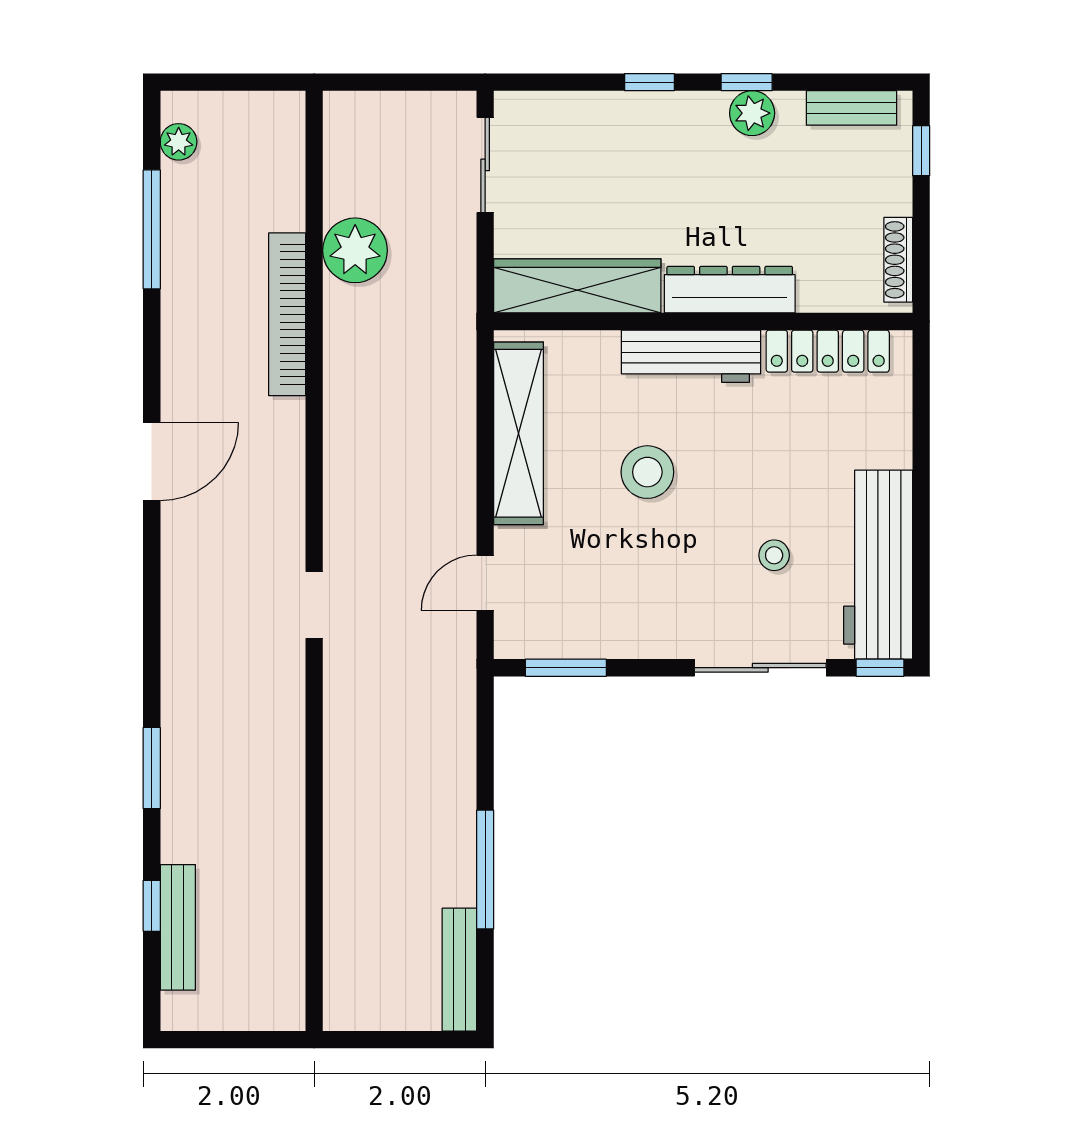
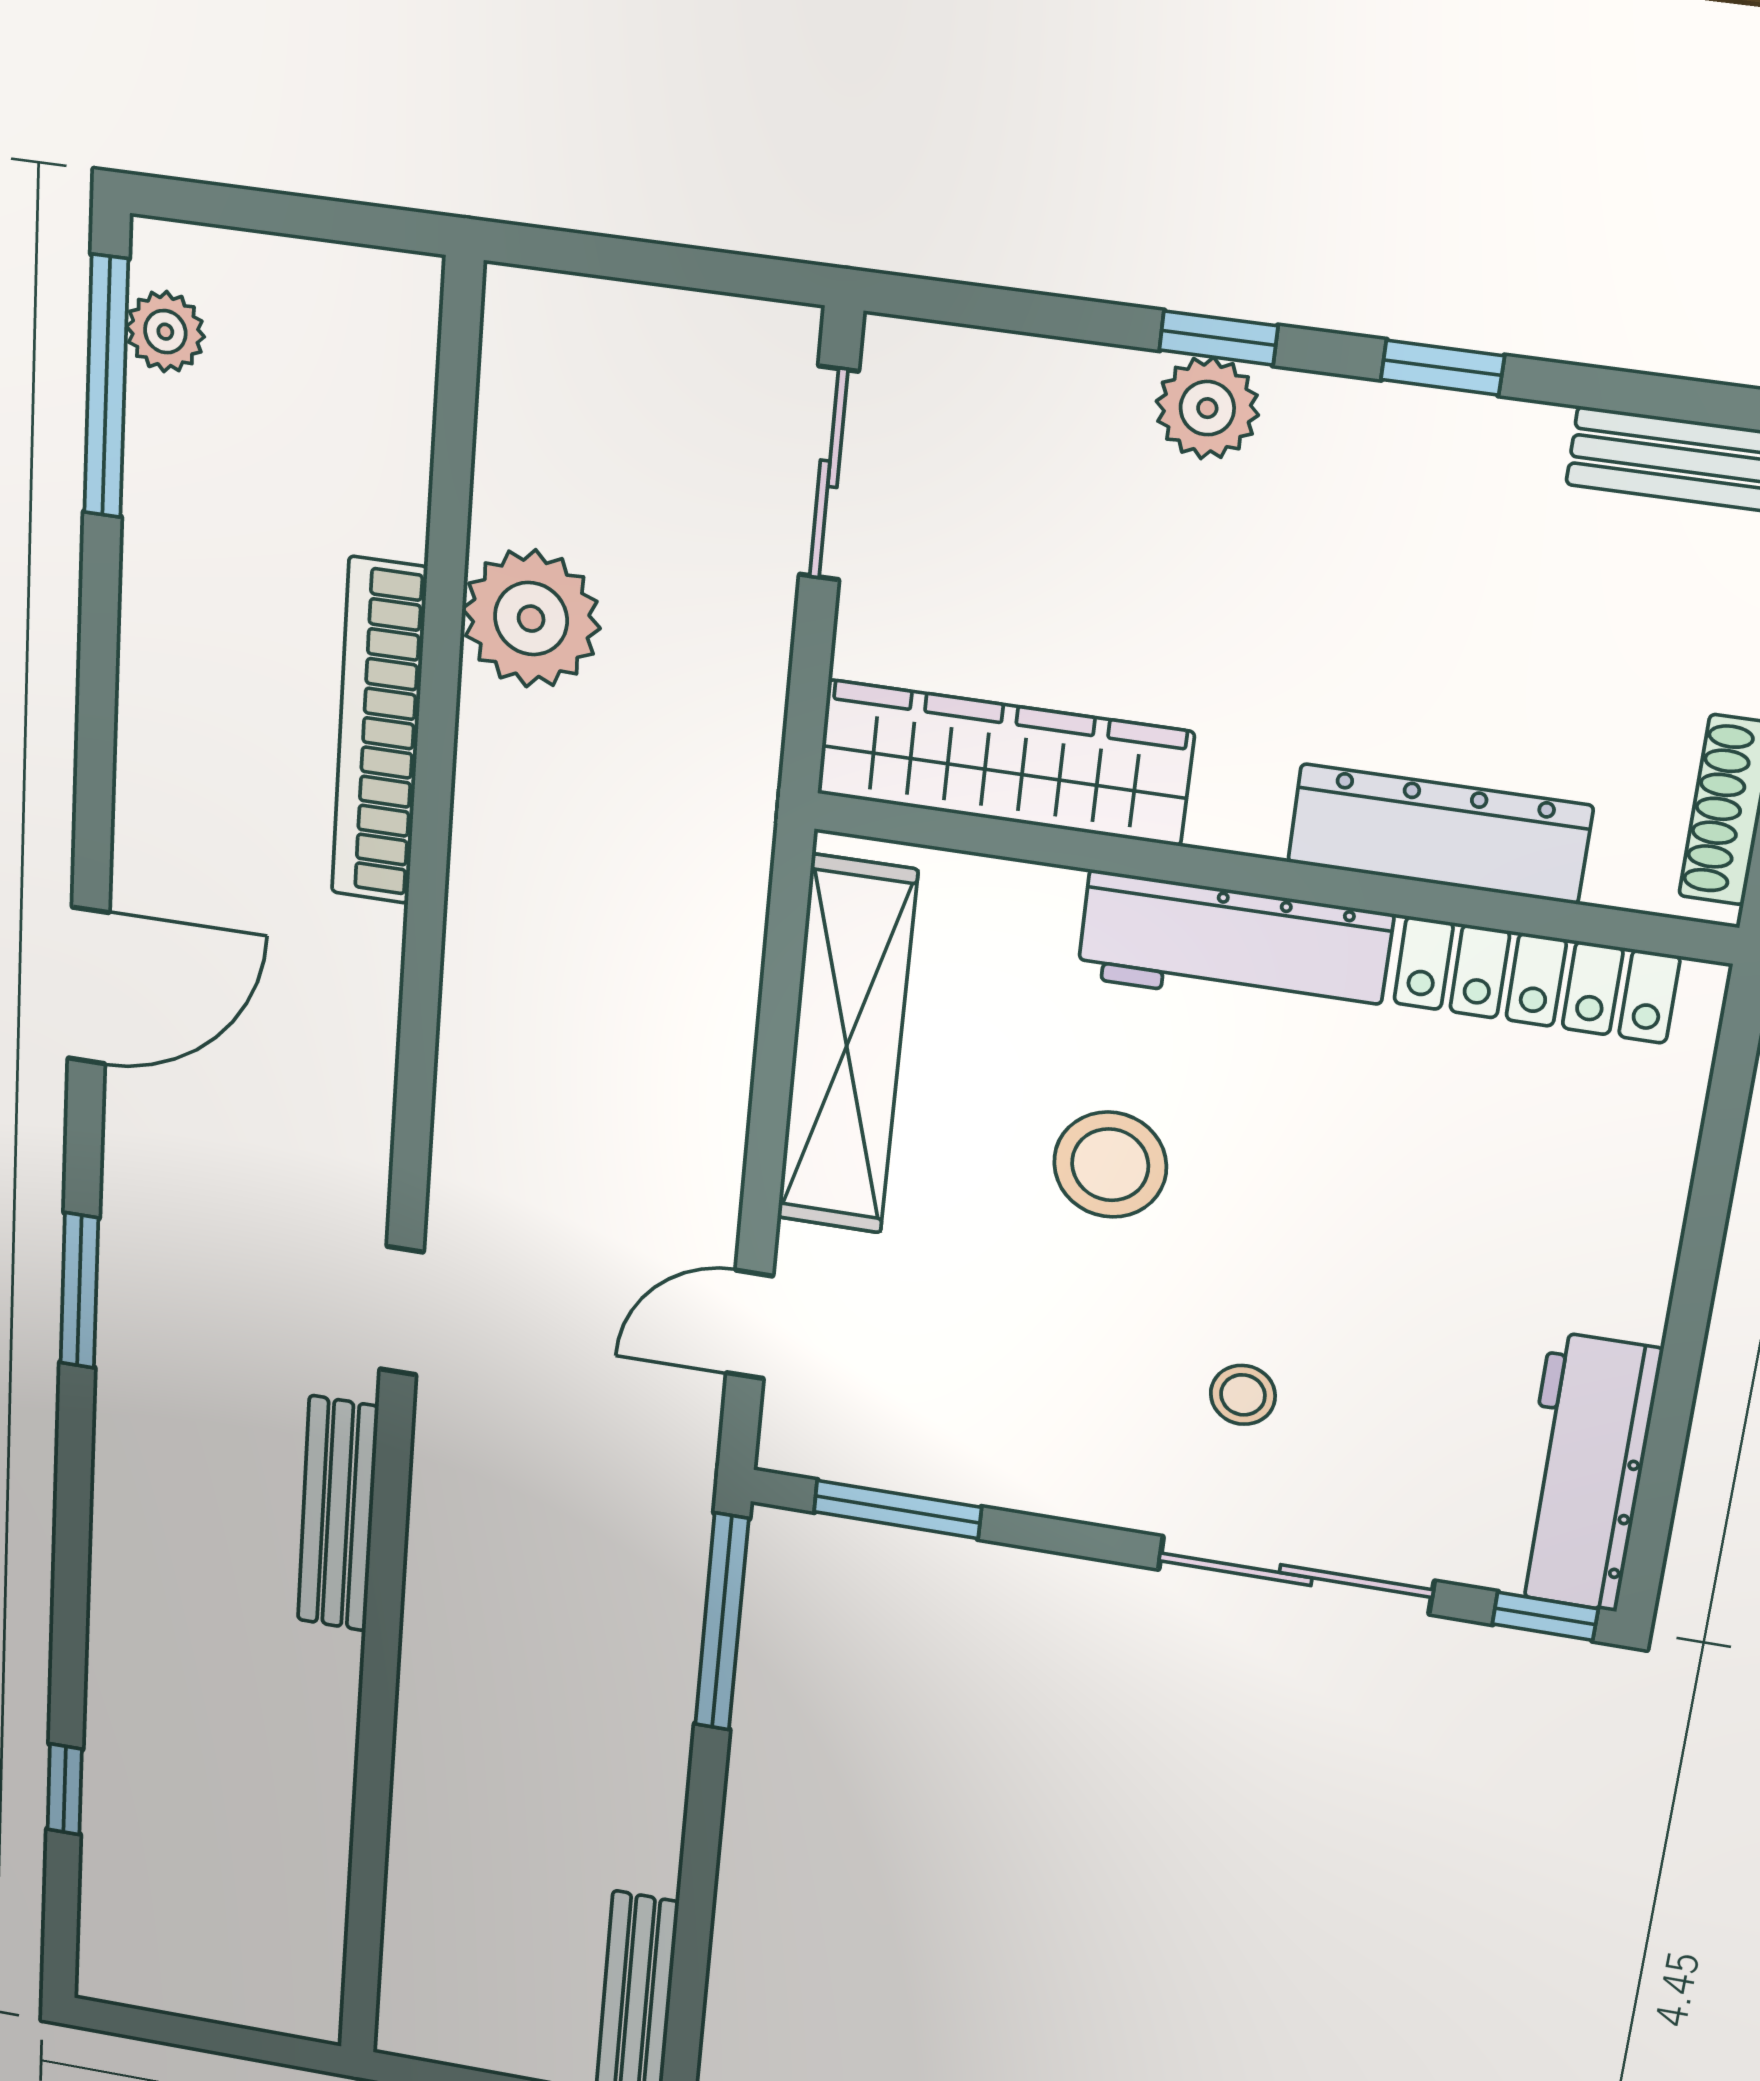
plant: (752, 113) -> (1207, 408), moved
window: (152, 229) -> (106, 387), moved
dresser: (730, 290) -> (1440, 834), moved
stool: (774, 555) -> (1243, 1395), moved
workbench: (878, 565) -> (1584, 1473), width x0.73, depth x0.76
window: (152, 768) -> (79, 1291), moved
window: (485, 870) -> (722, 1622), moved
bench: (178, 927) -> (338, 1514), moved

